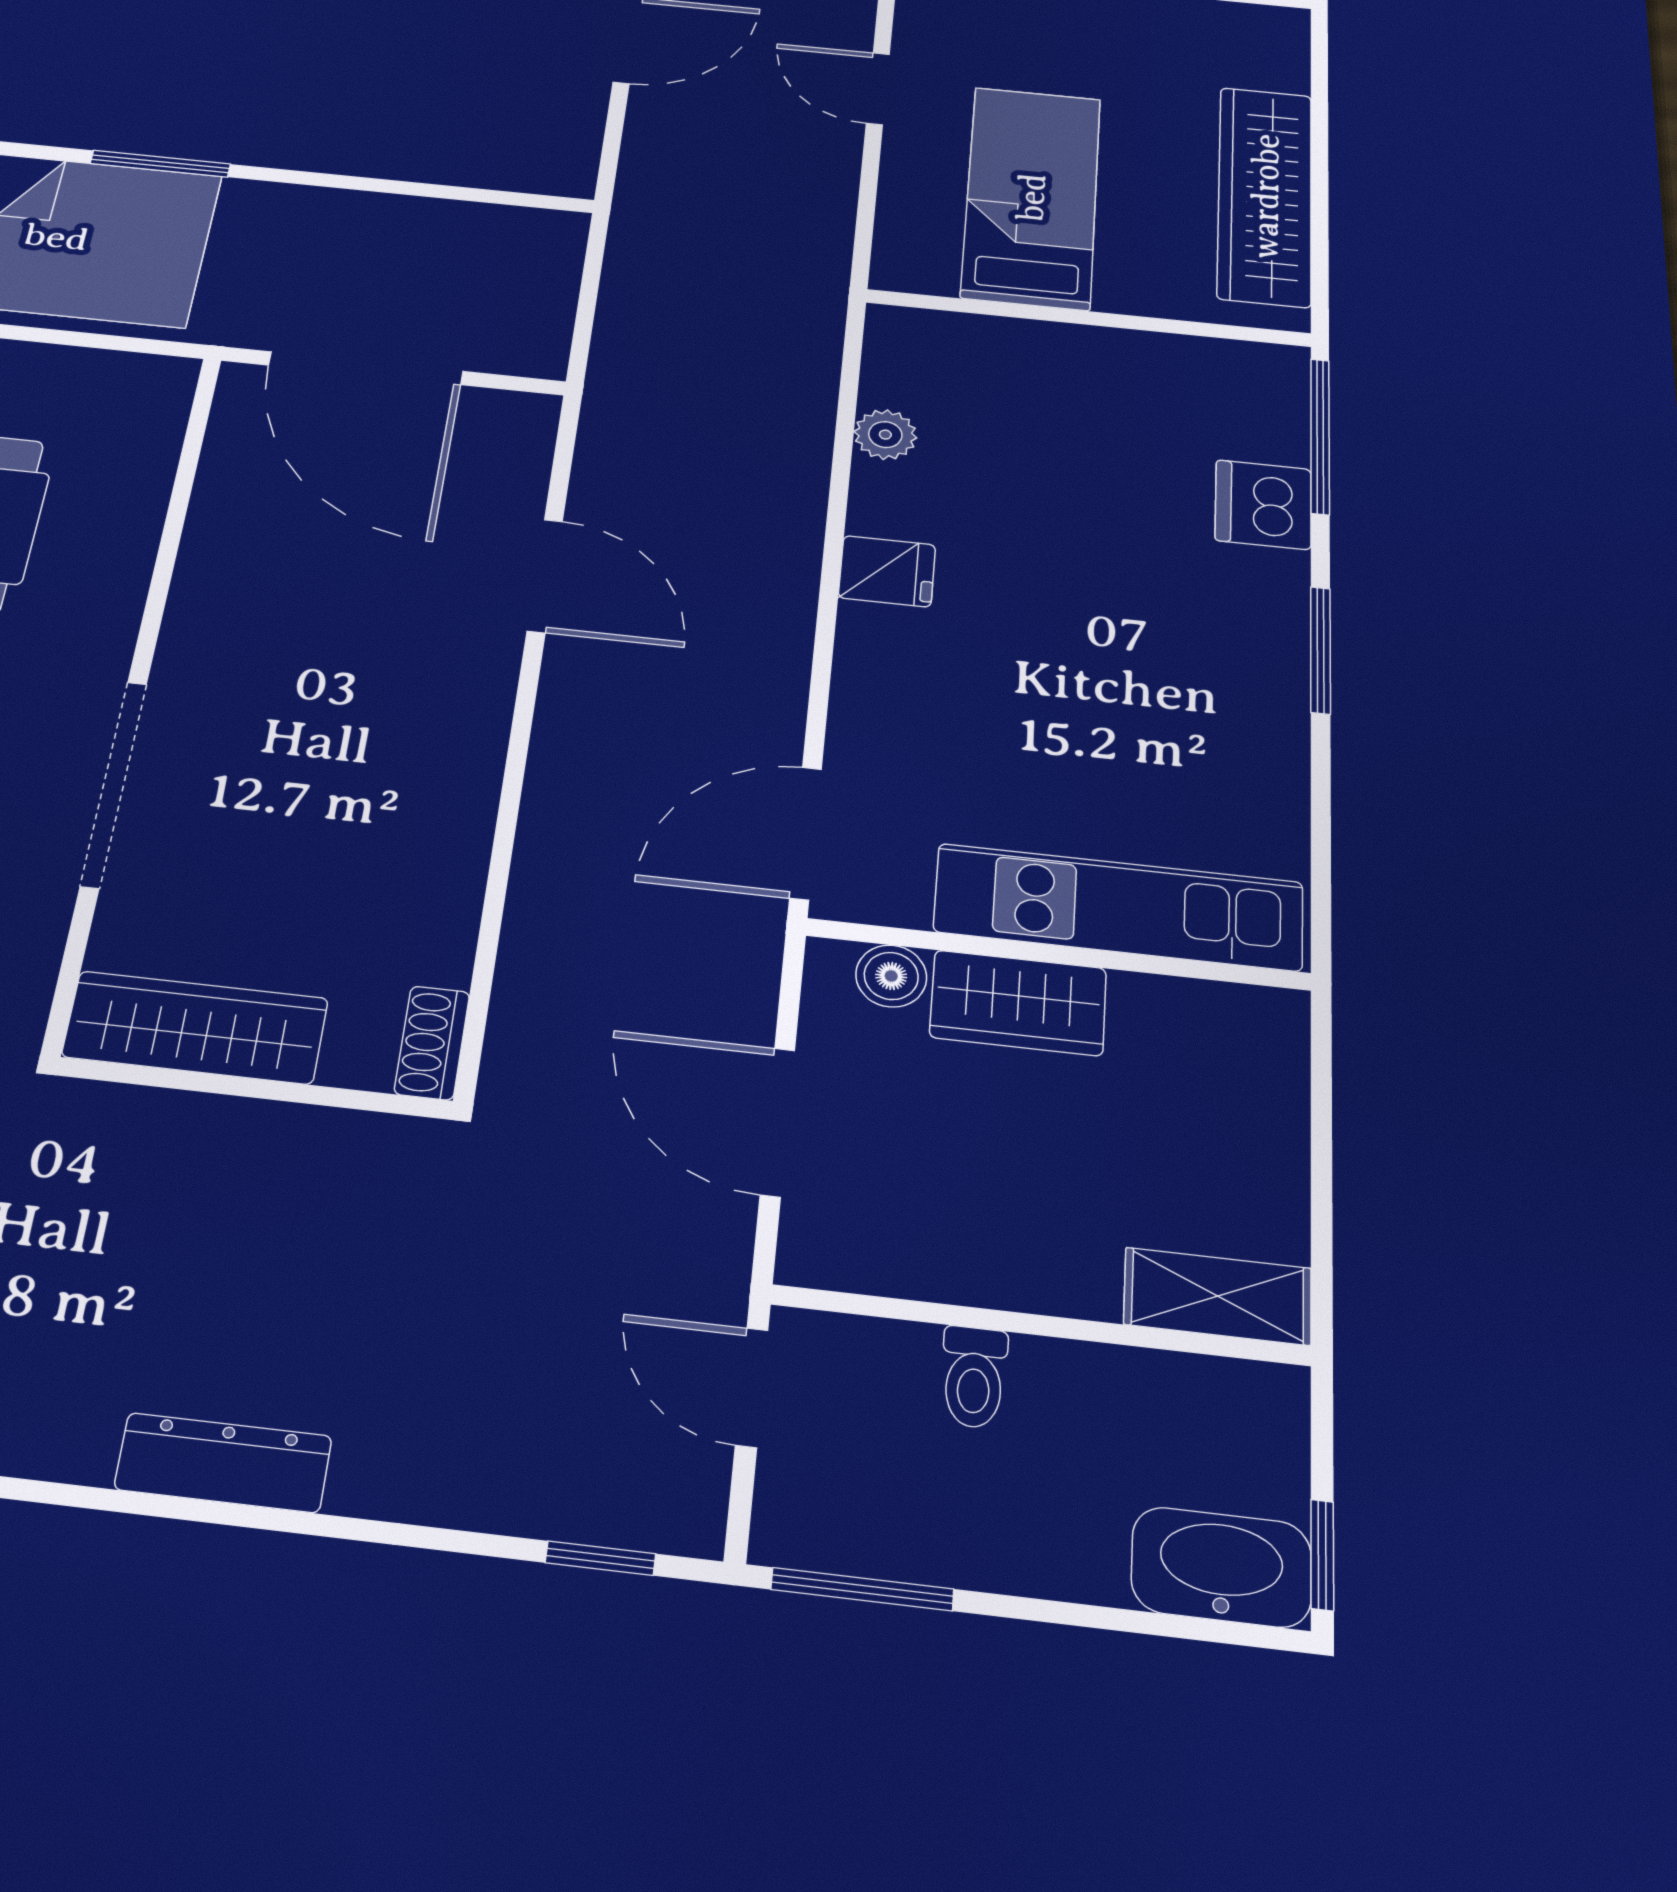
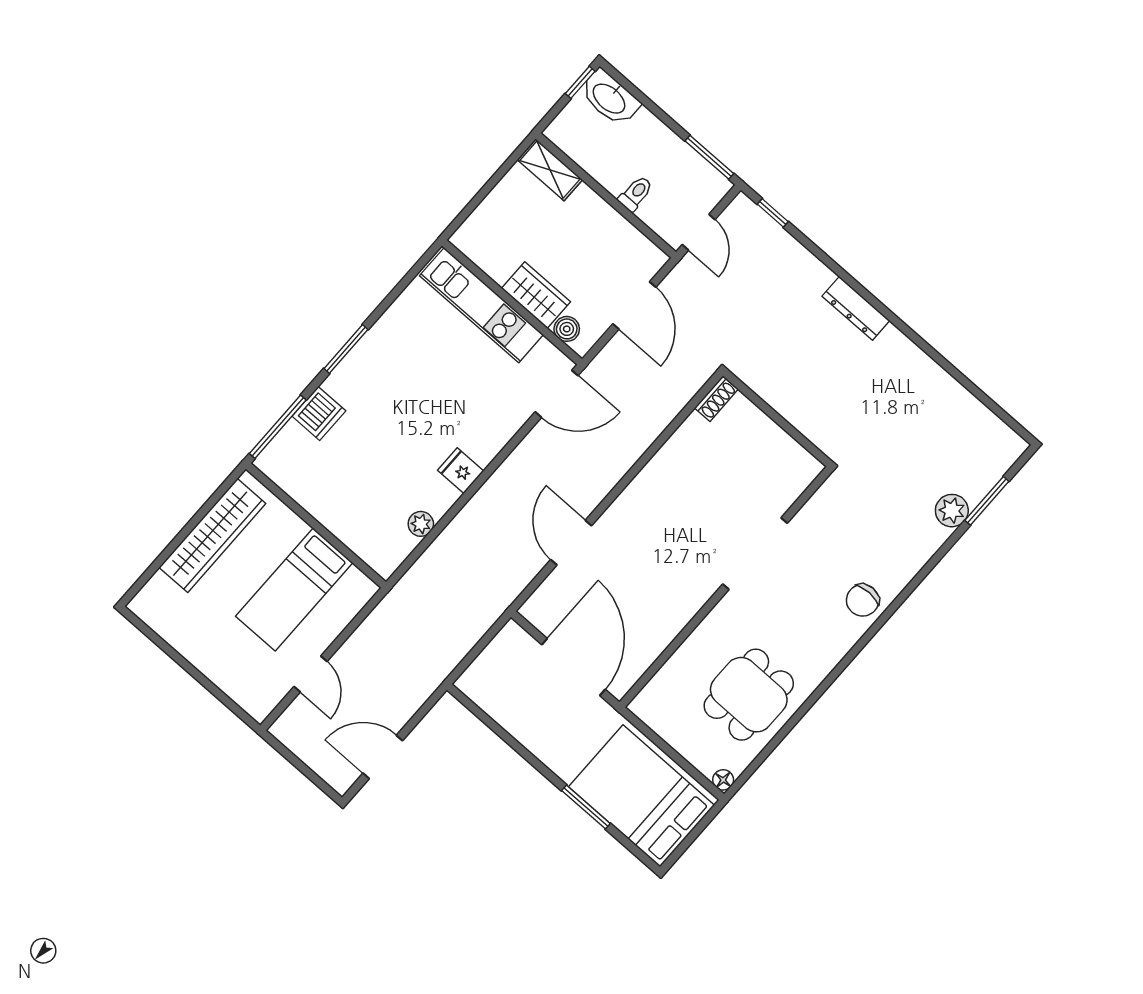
wardrobe: (195, 1027) -> (782, 450), removed

